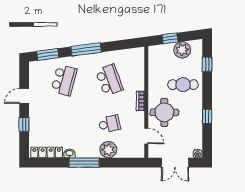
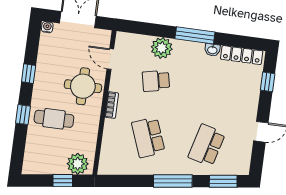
plant: (182, 50) -> (78, 164), moved
window: (207, 64) -> (23, 115), moved
window: (24, 124) -> (268, 82), moved

